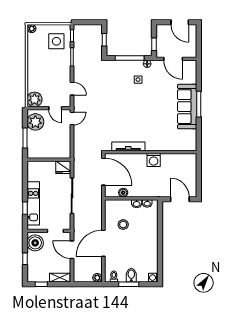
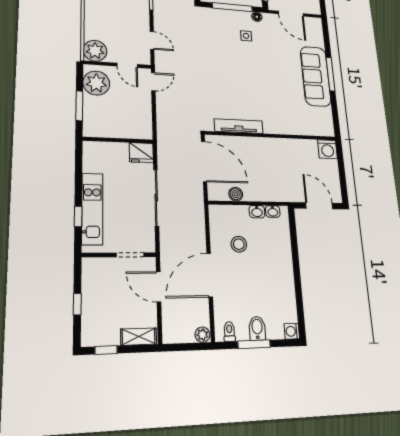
washing machine: (154, 160) -> (327, 149), moved
boiler: (35, 243) -> (95, 276), removed

